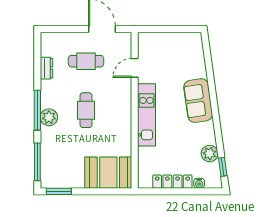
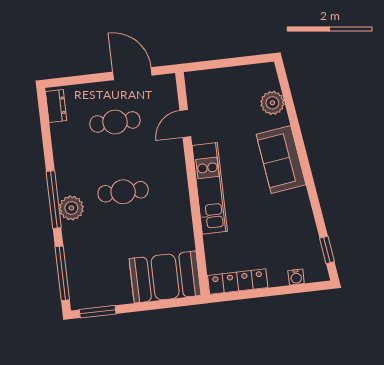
dresser: (46, 68) -> (56, 106), moved
cafe table: (86, 110) -> (123, 192), turned 90
plant: (210, 154) -> (272, 103), moved
locker: (172, 182) -> (238, 281), moved

